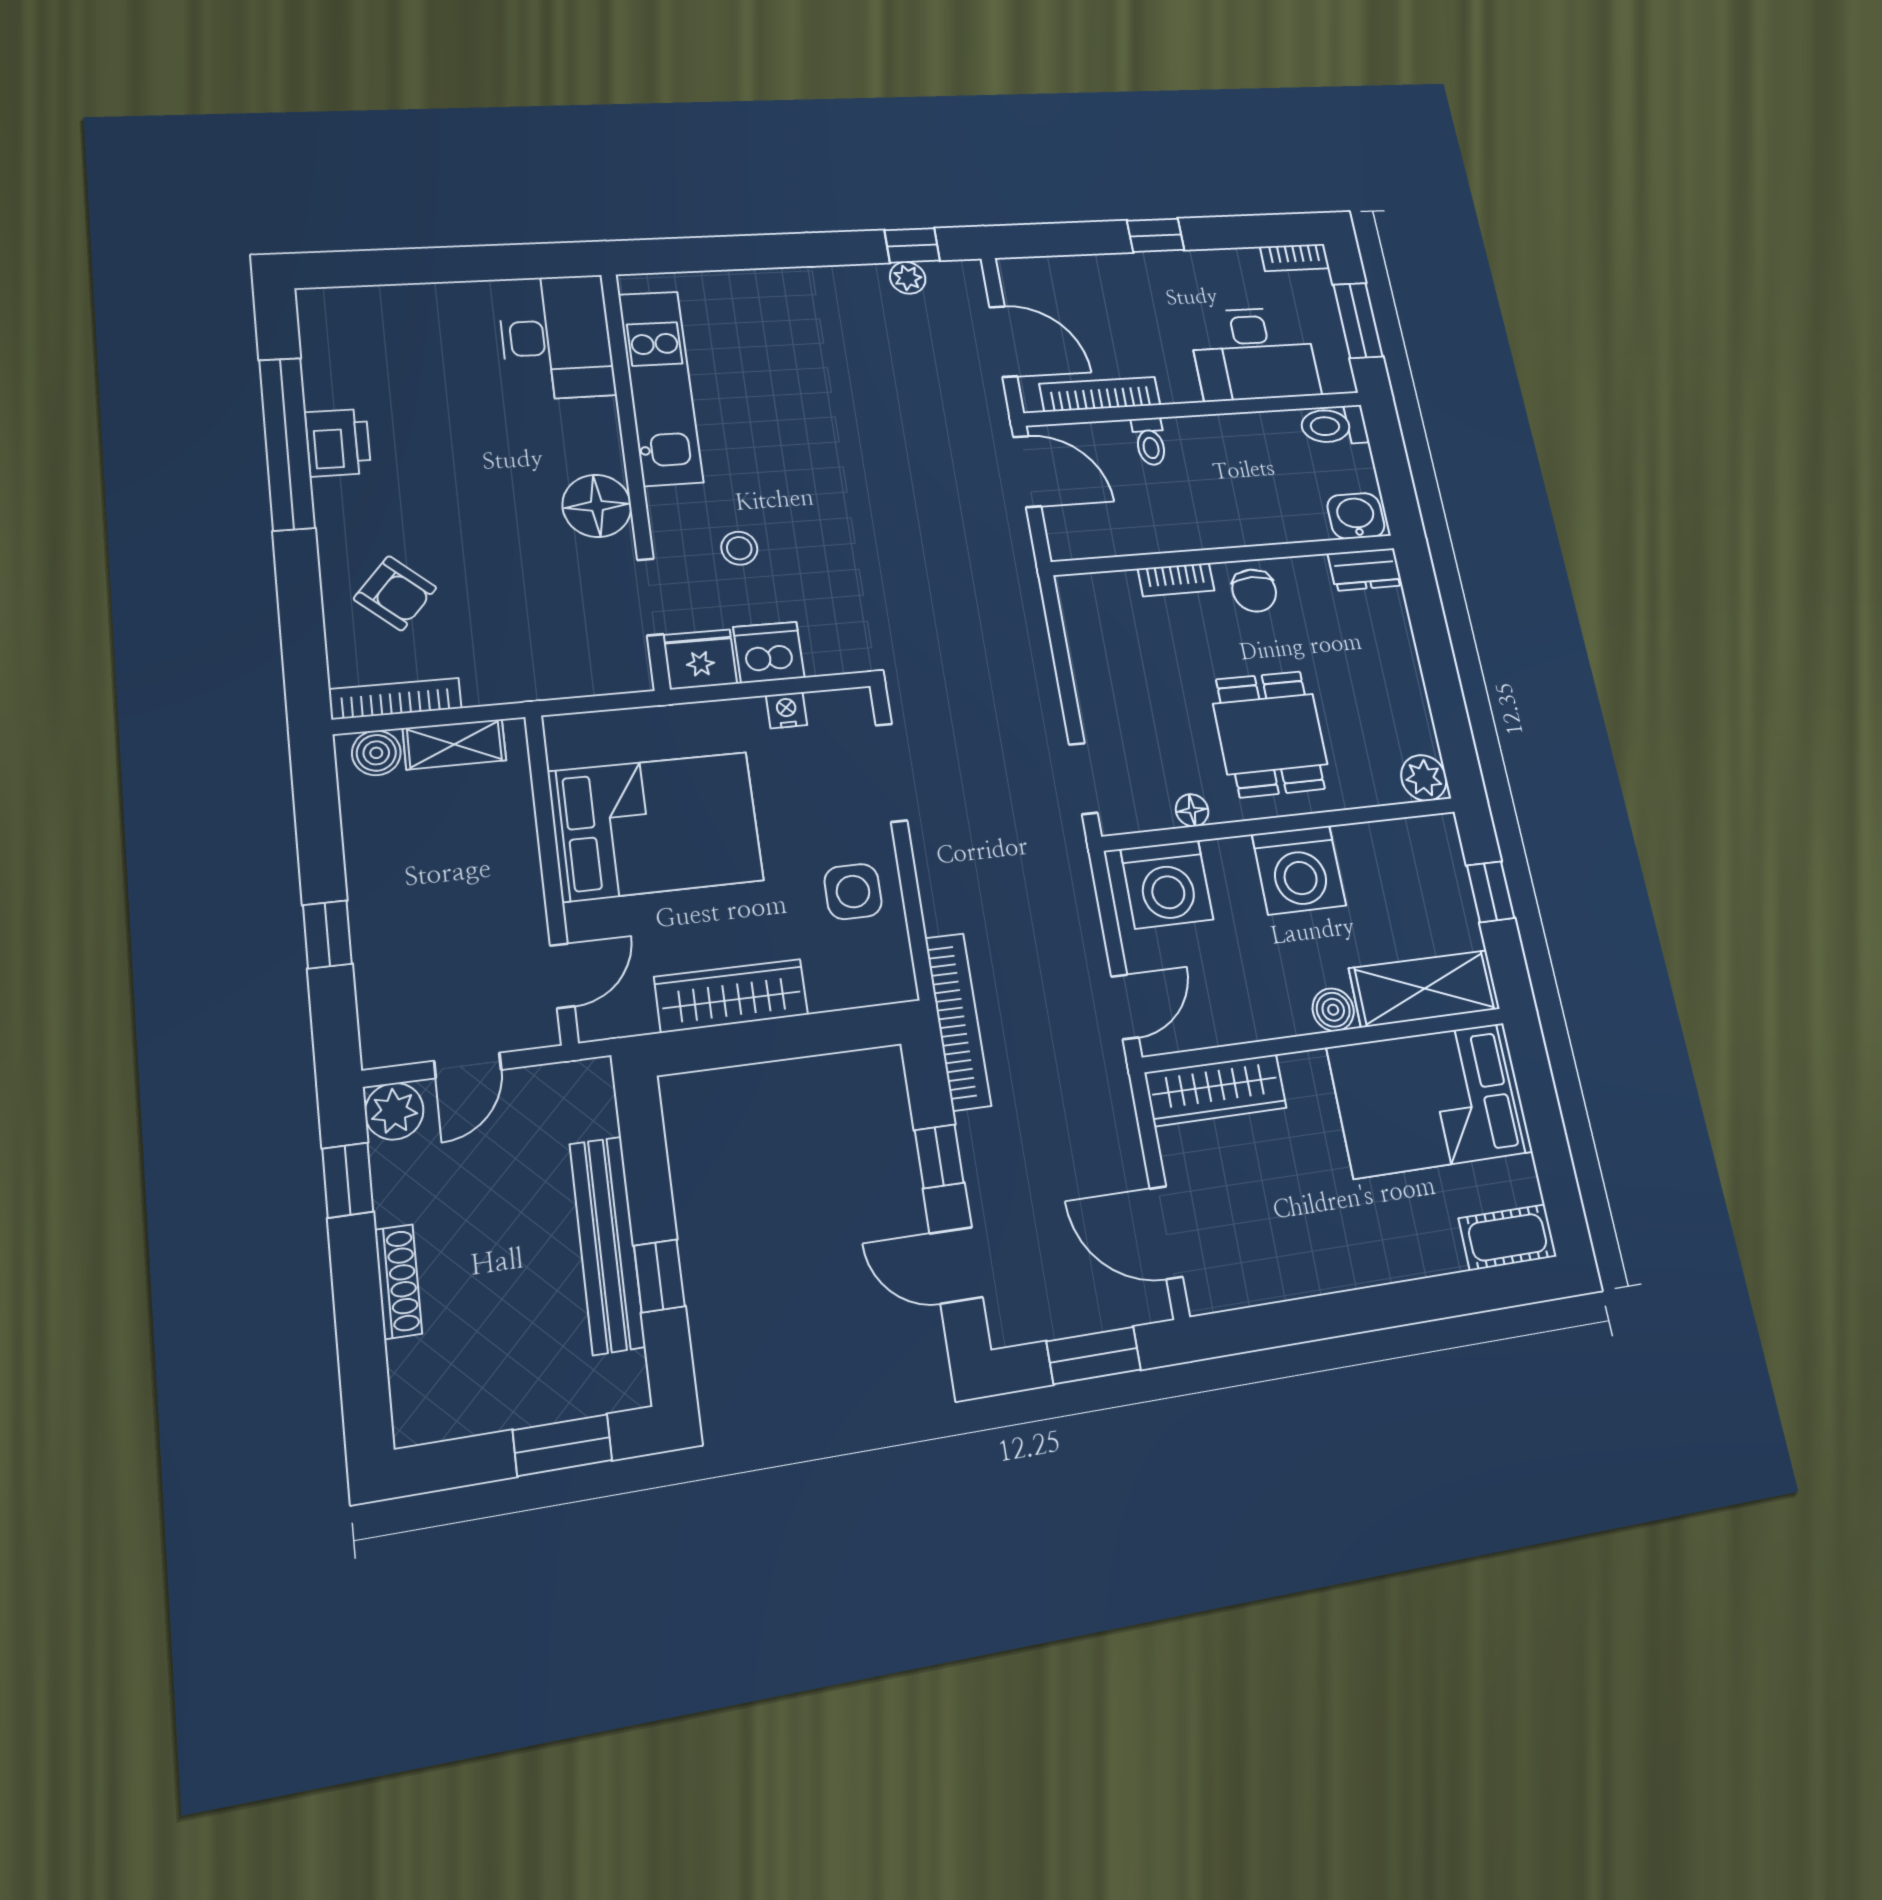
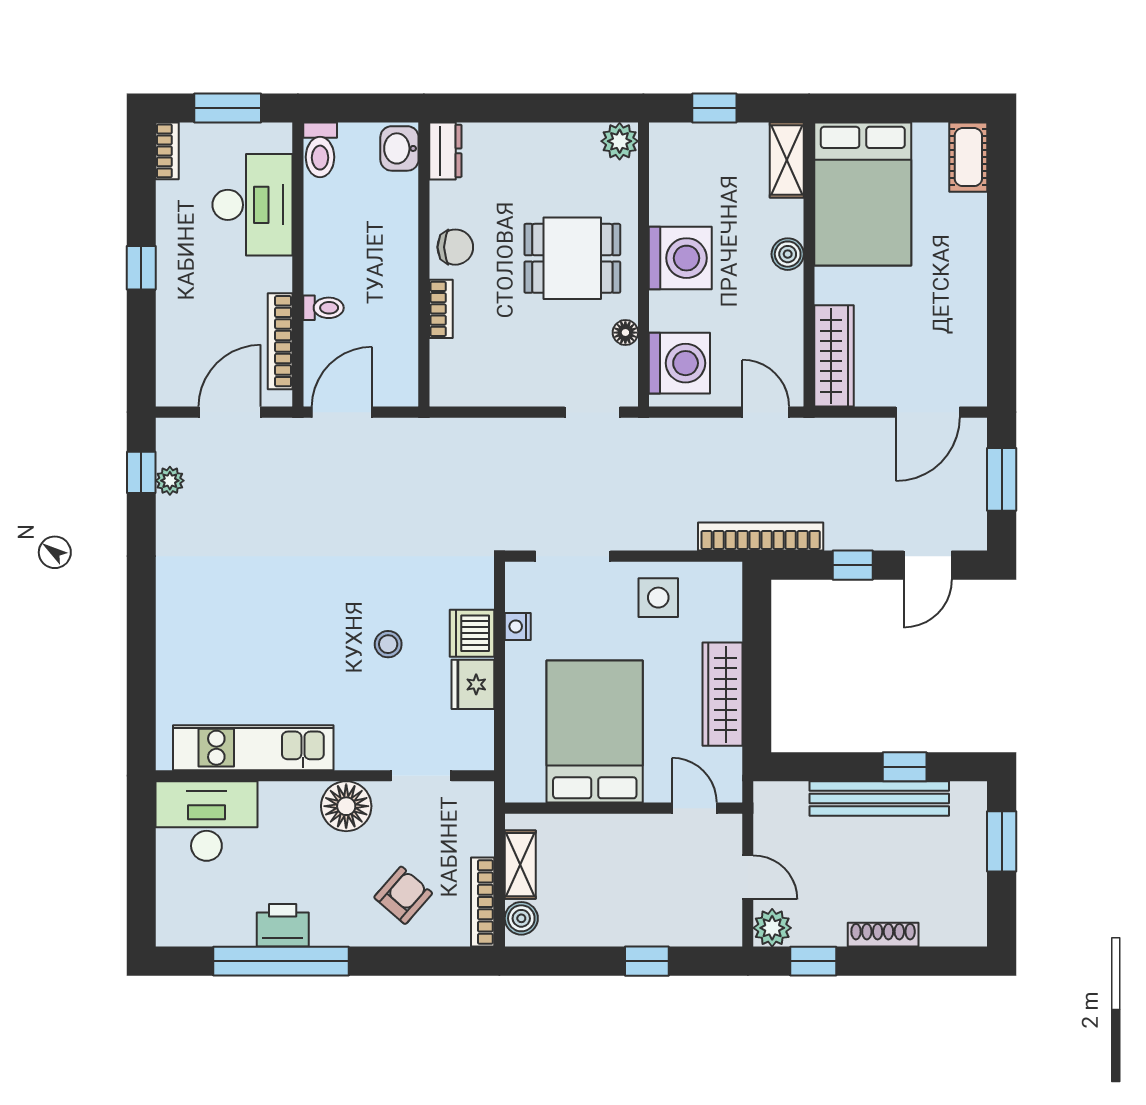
desk: (556, 337) -> (206, 821), moved
kitchen unit: (660, 388) -> (253, 748), moved
wall: (635, 477) -> (325, 776), moved
floor lamp: (597, 506) -> (346, 806), moved
doorway: (650, 597) -> (421, 776), moved
shelving: (1425, 989) -> (787, 160), width x0.67, depth x0.75

